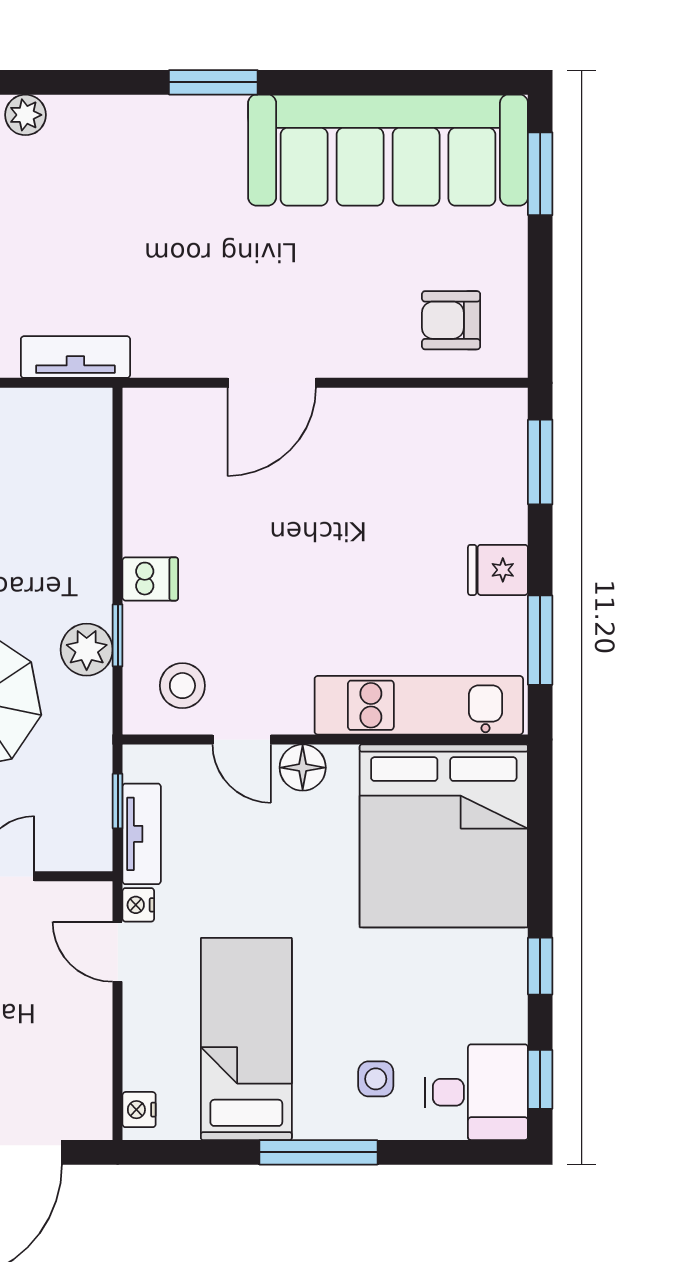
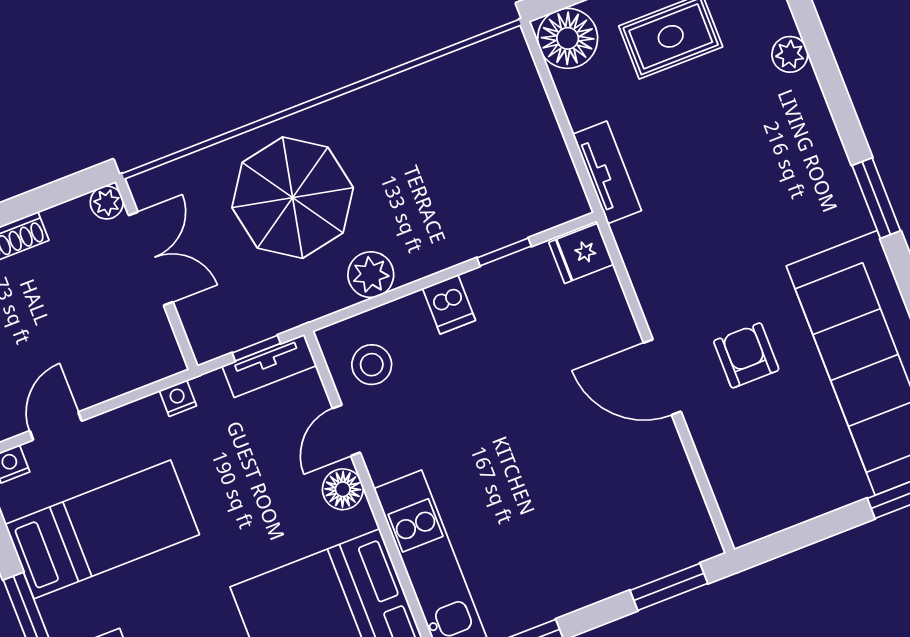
armchair: (451, 320) -> (746, 355), moved
door: (272, 383) -> (662, 377), moved
fridge: (498, 570) -> (581, 253), moved, turned -90
window: (118, 635) -> (504, 252), moved
tv unit: (142, 834) -> (269, 366), moved
door: (118, 952) -> (56, 426), moved

